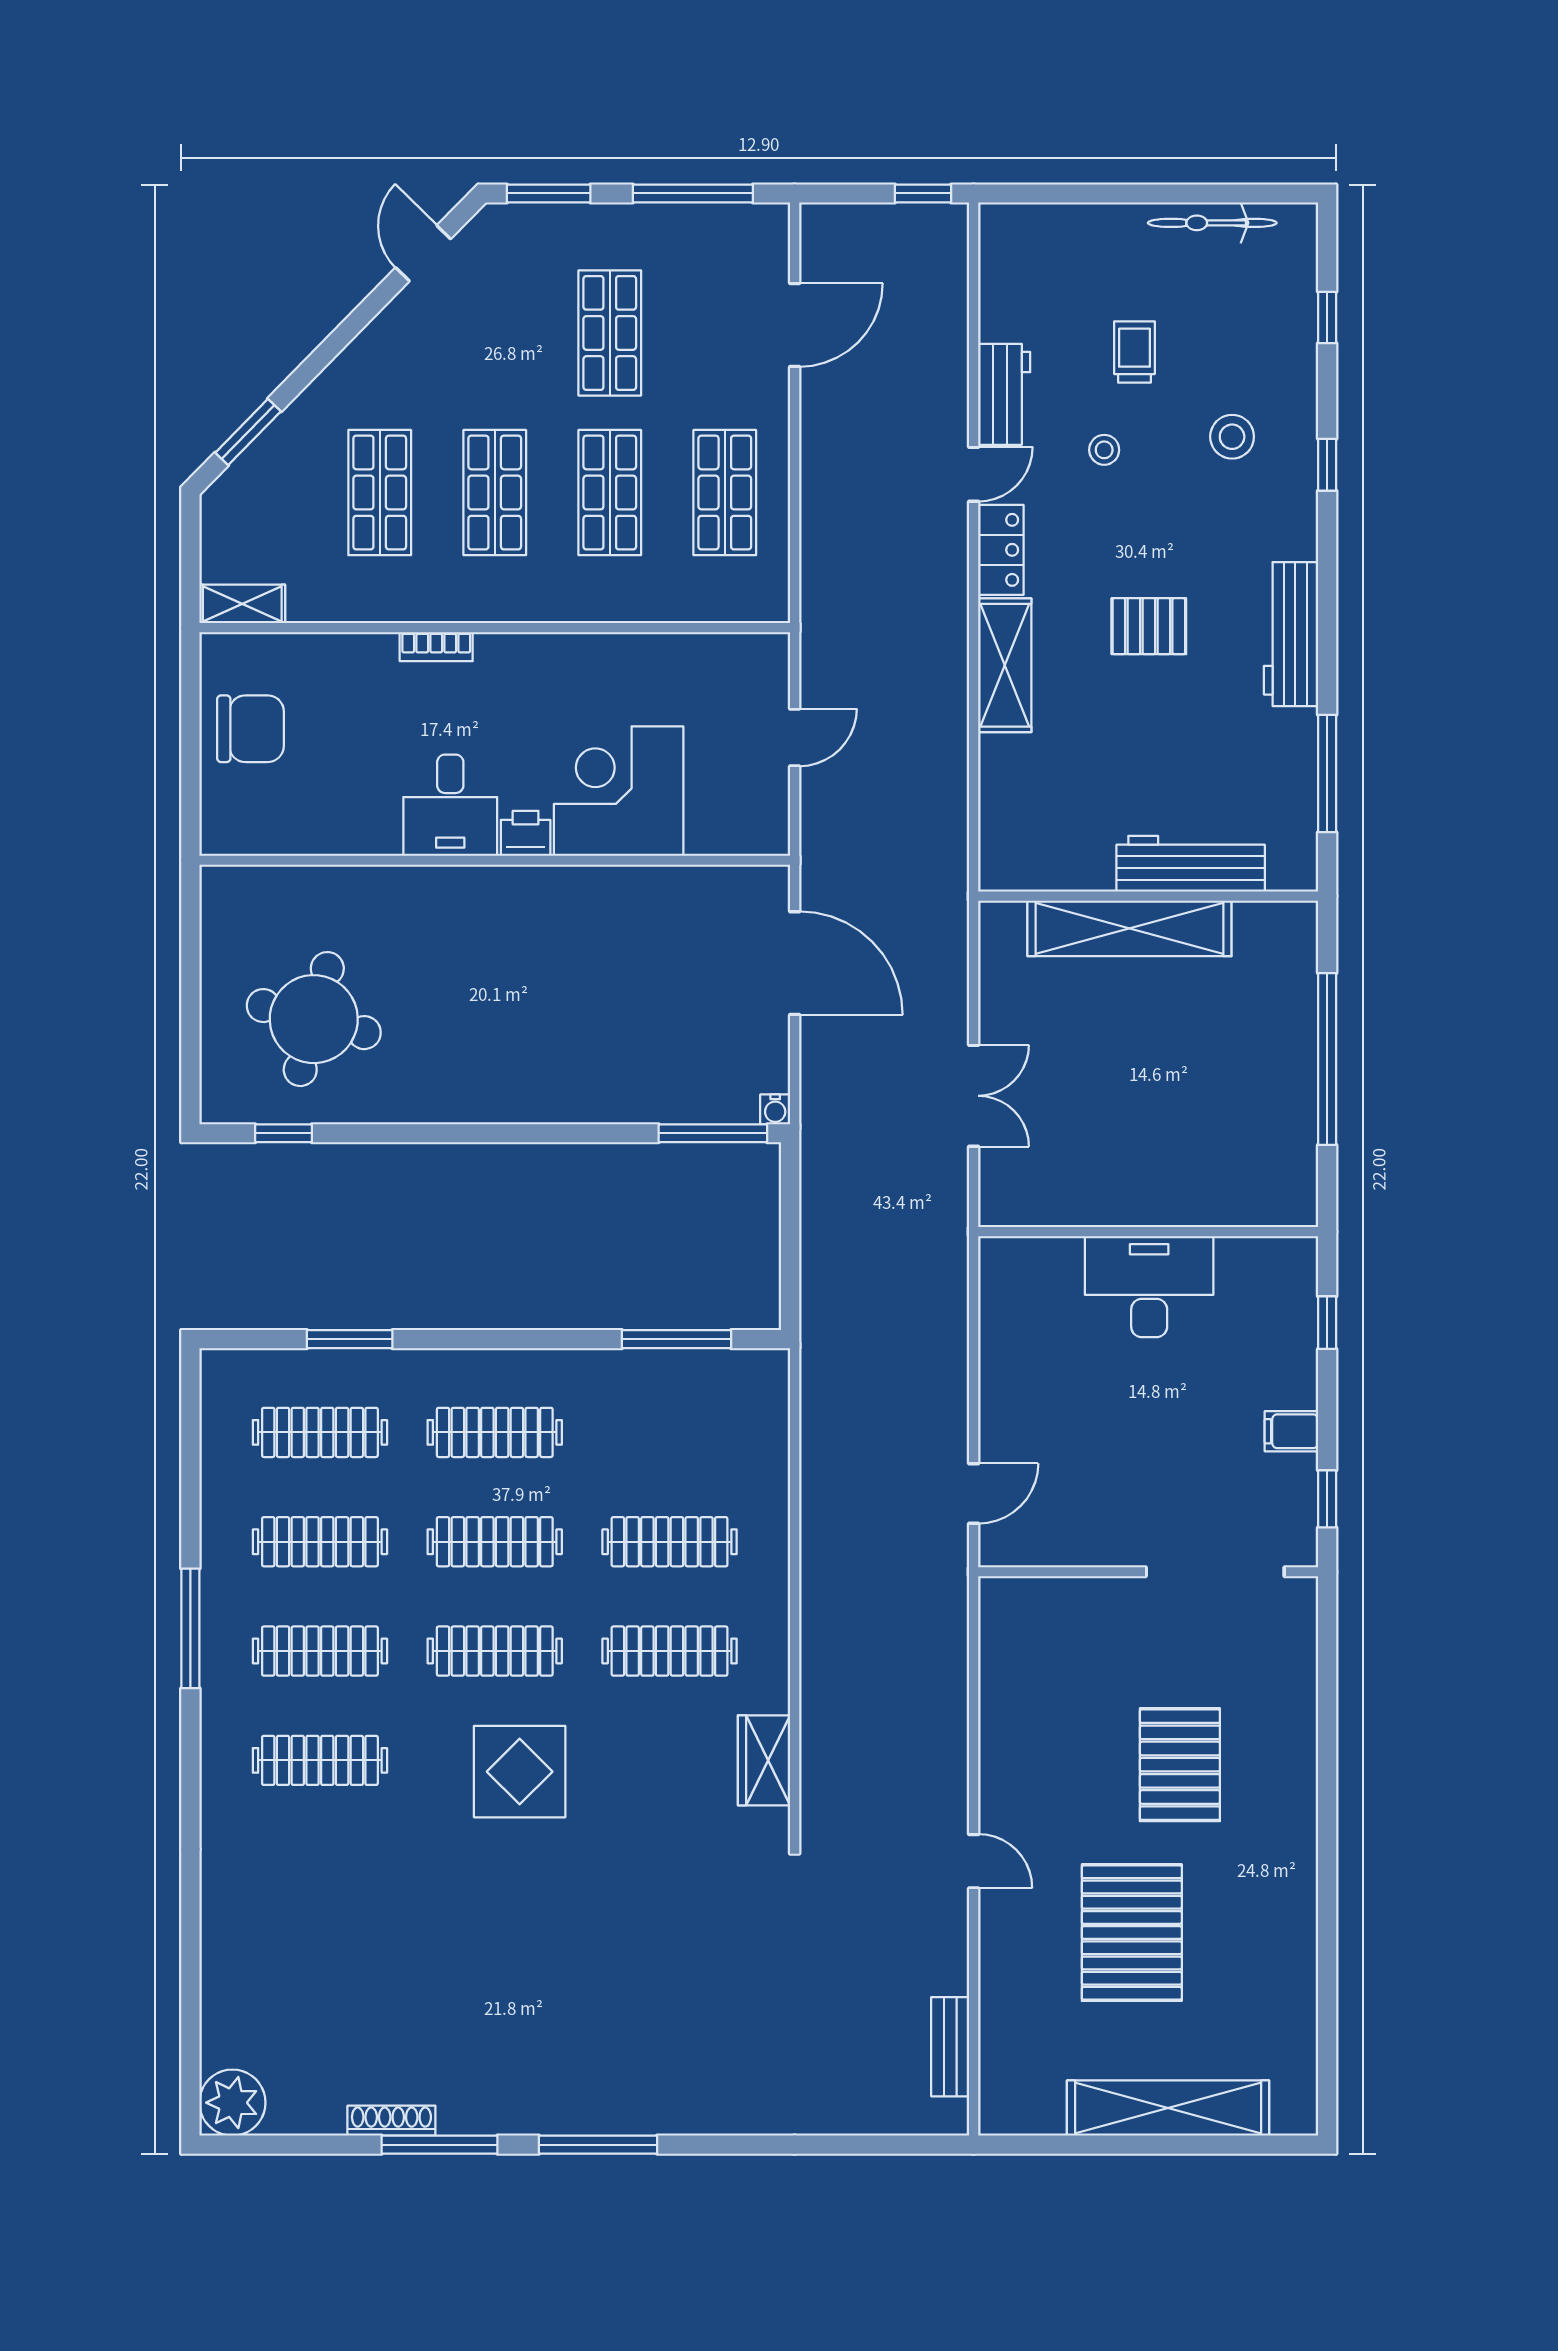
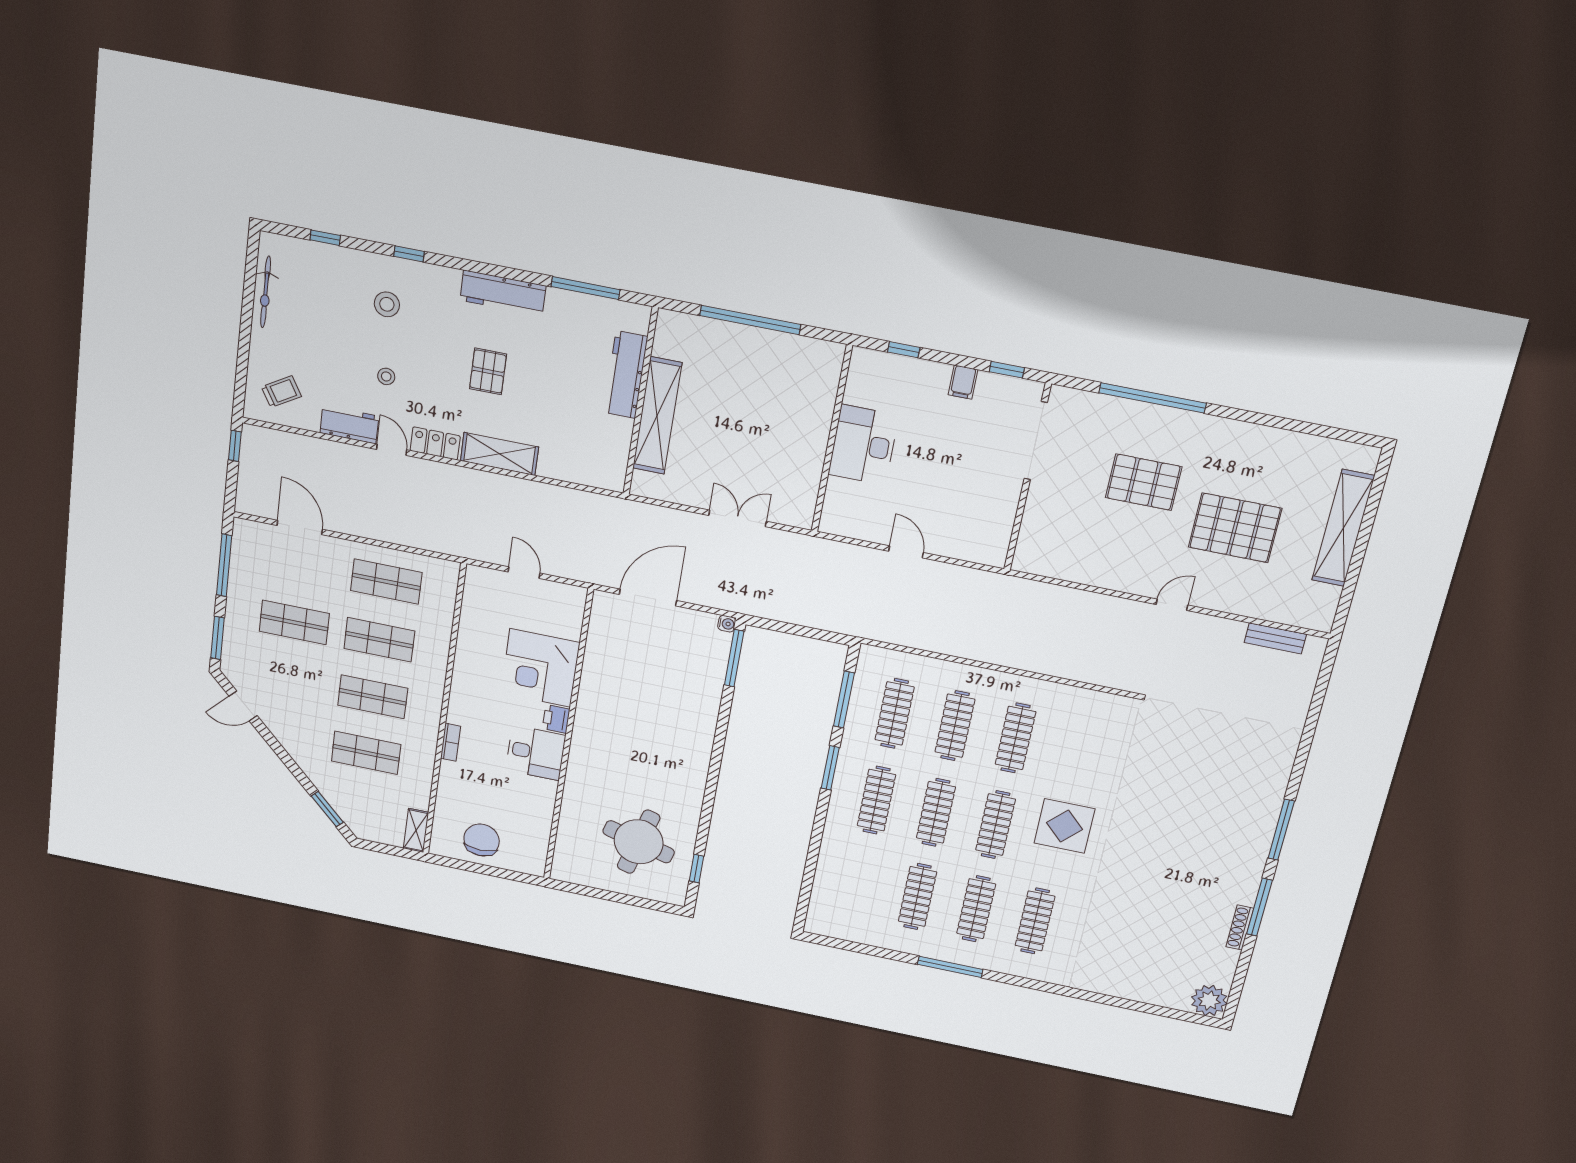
trolley: (1134, 352) -> (281, 392), moved, turned 149
window: (350, 1339) -> (830, 768), moved
clothes rail: (320, 1432) -> (895, 713), moved
door: (974, 1493) -> (906, 552), moved
window: (1327, 1746) -> (1152, 398), added
wardrobe: (764, 1760) -> (1088, 702), removed

